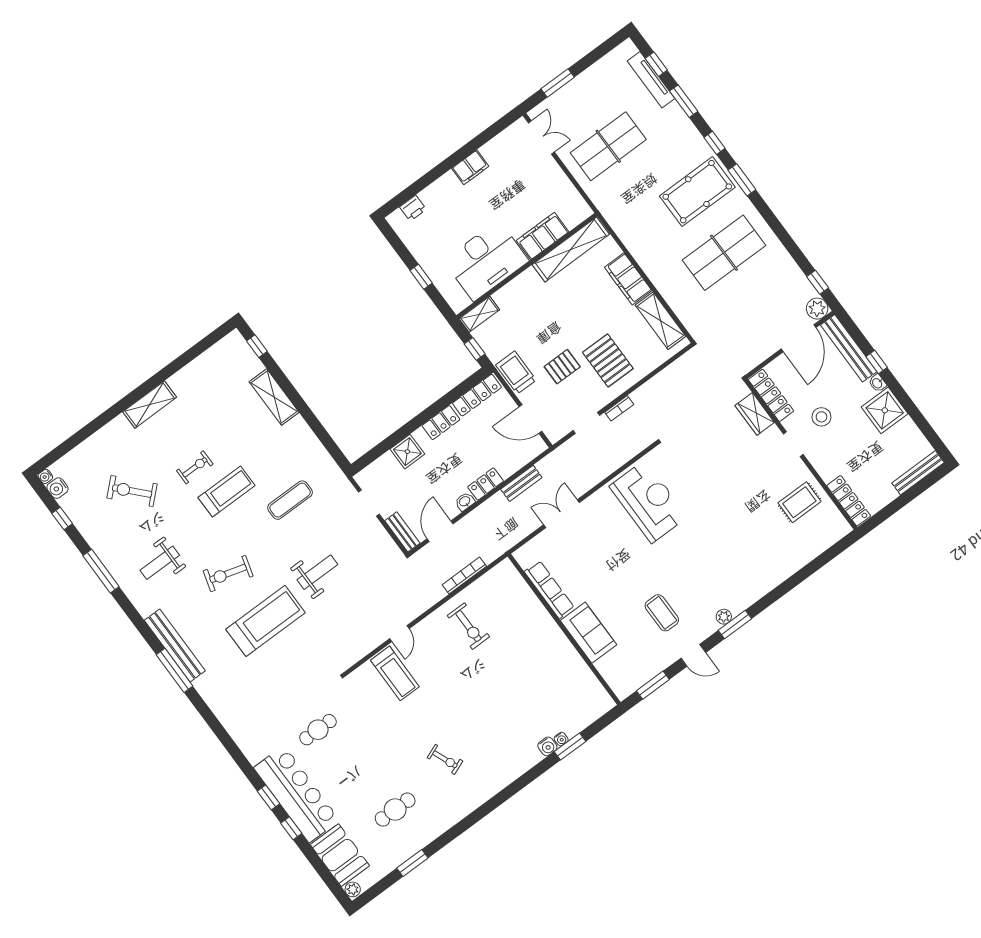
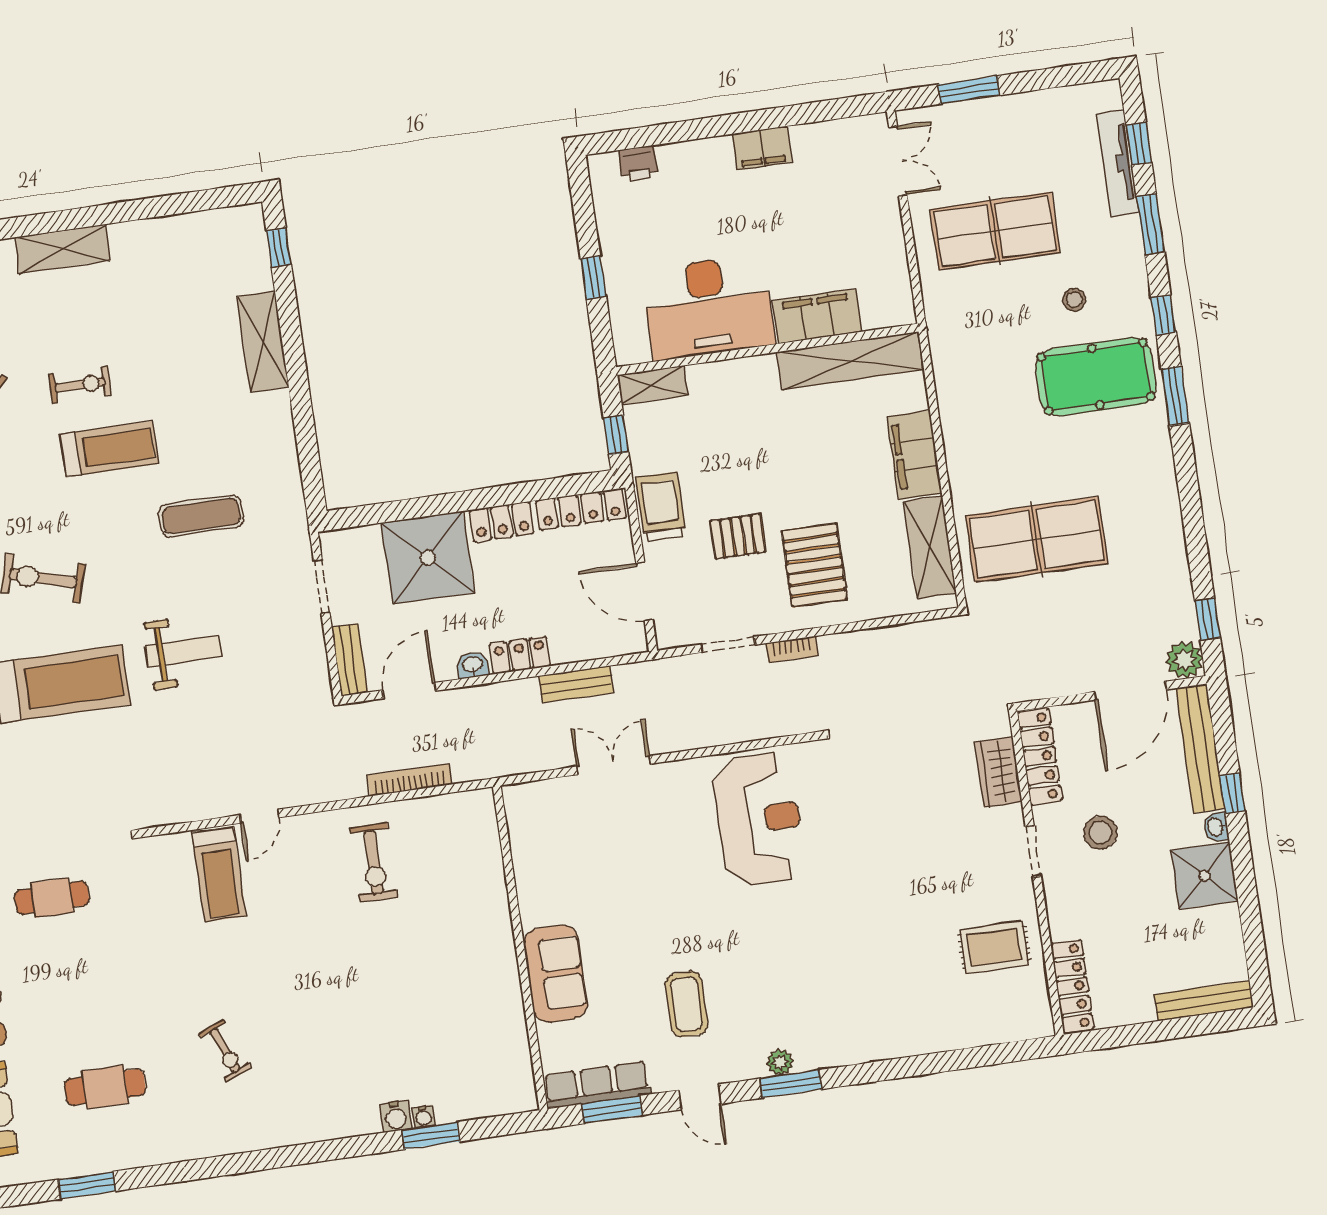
stool: (666, 159) -> (1074, 300), added
table tennis table: (724, 253) -> (1037, 539), moved
shower: (407, 452) -> (428, 558), width x1.86, depth x1.86
row of seats: (549, 590) -> (597, 1085), moved, turned -90

